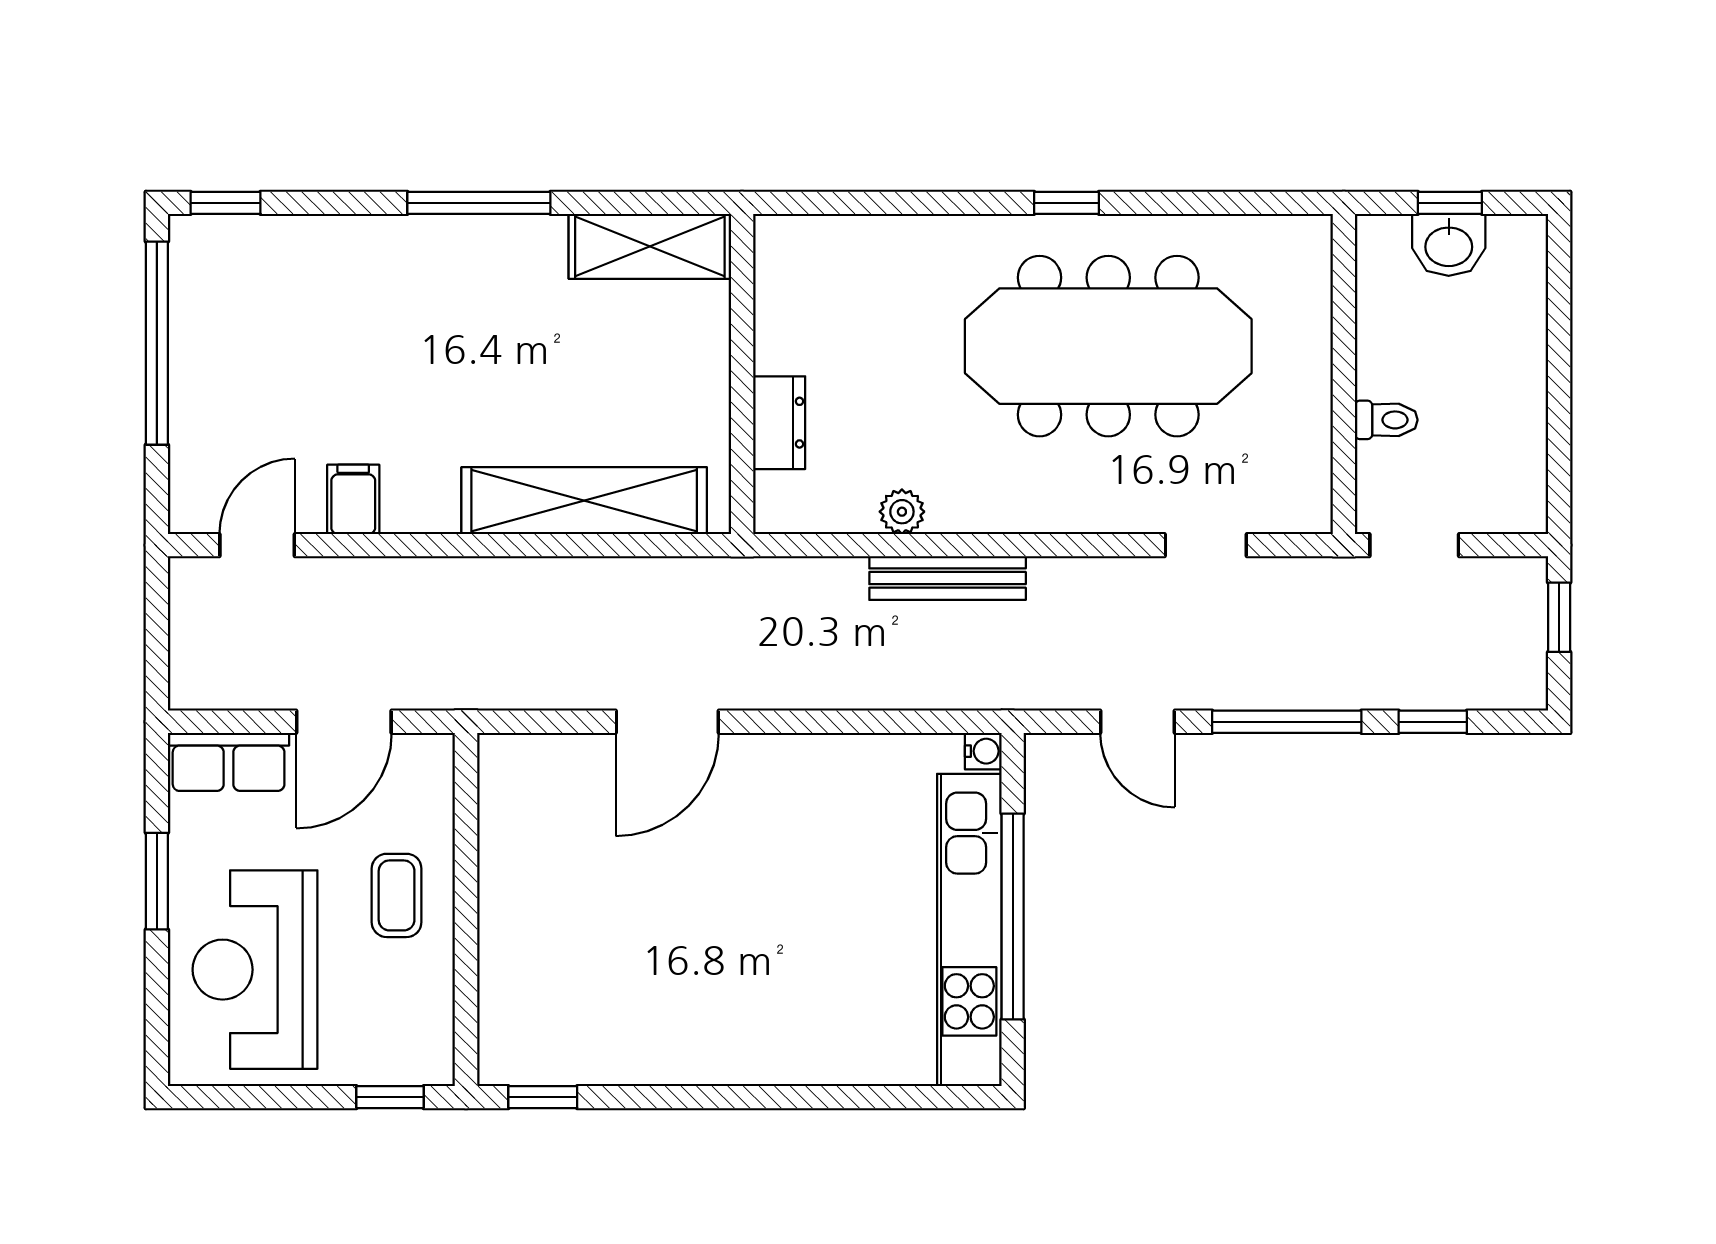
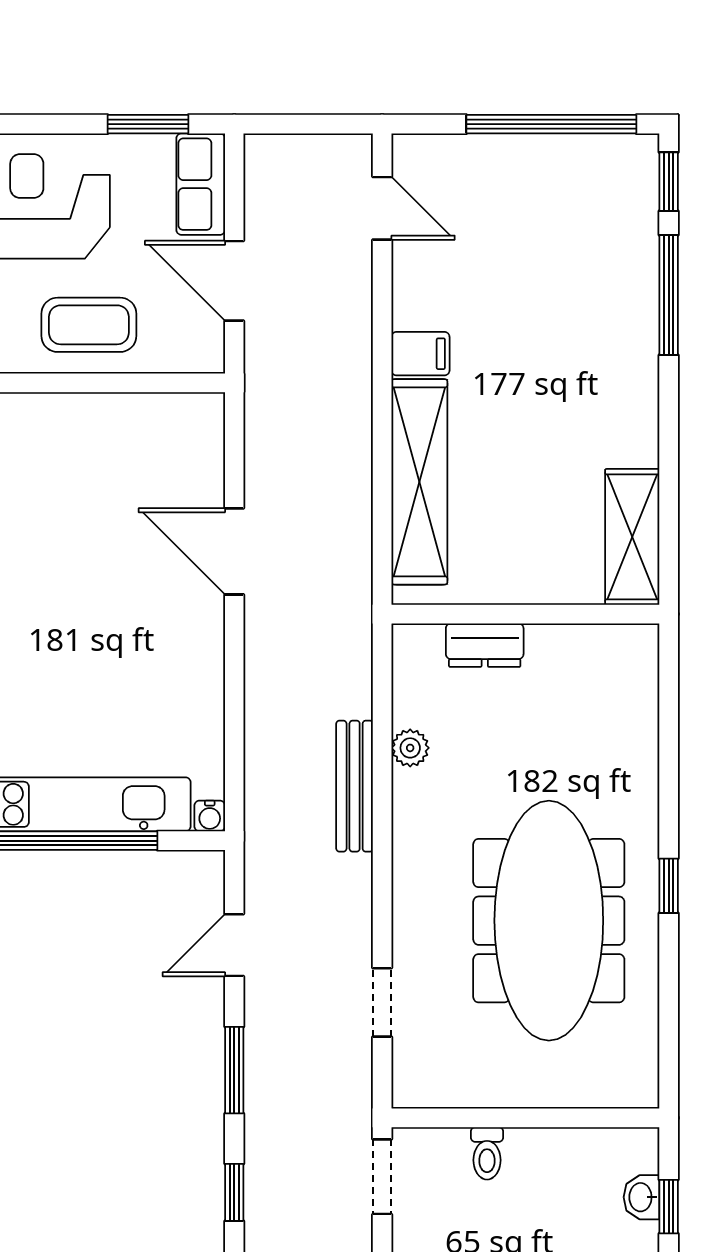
window: (479, 203) -> (669, 295), moved
washbasin: (1449, 245) -> (642, 1197), width x0.72, depth x0.69
filing cabinet: (353, 499) -> (420, 354), moved
window: (1287, 722) -> (234, 1070), width x0.69
window: (157, 881) -> (148, 124), moved
coffee table: (397, 895) -> (89, 325), width x1.36, depth x1.30

